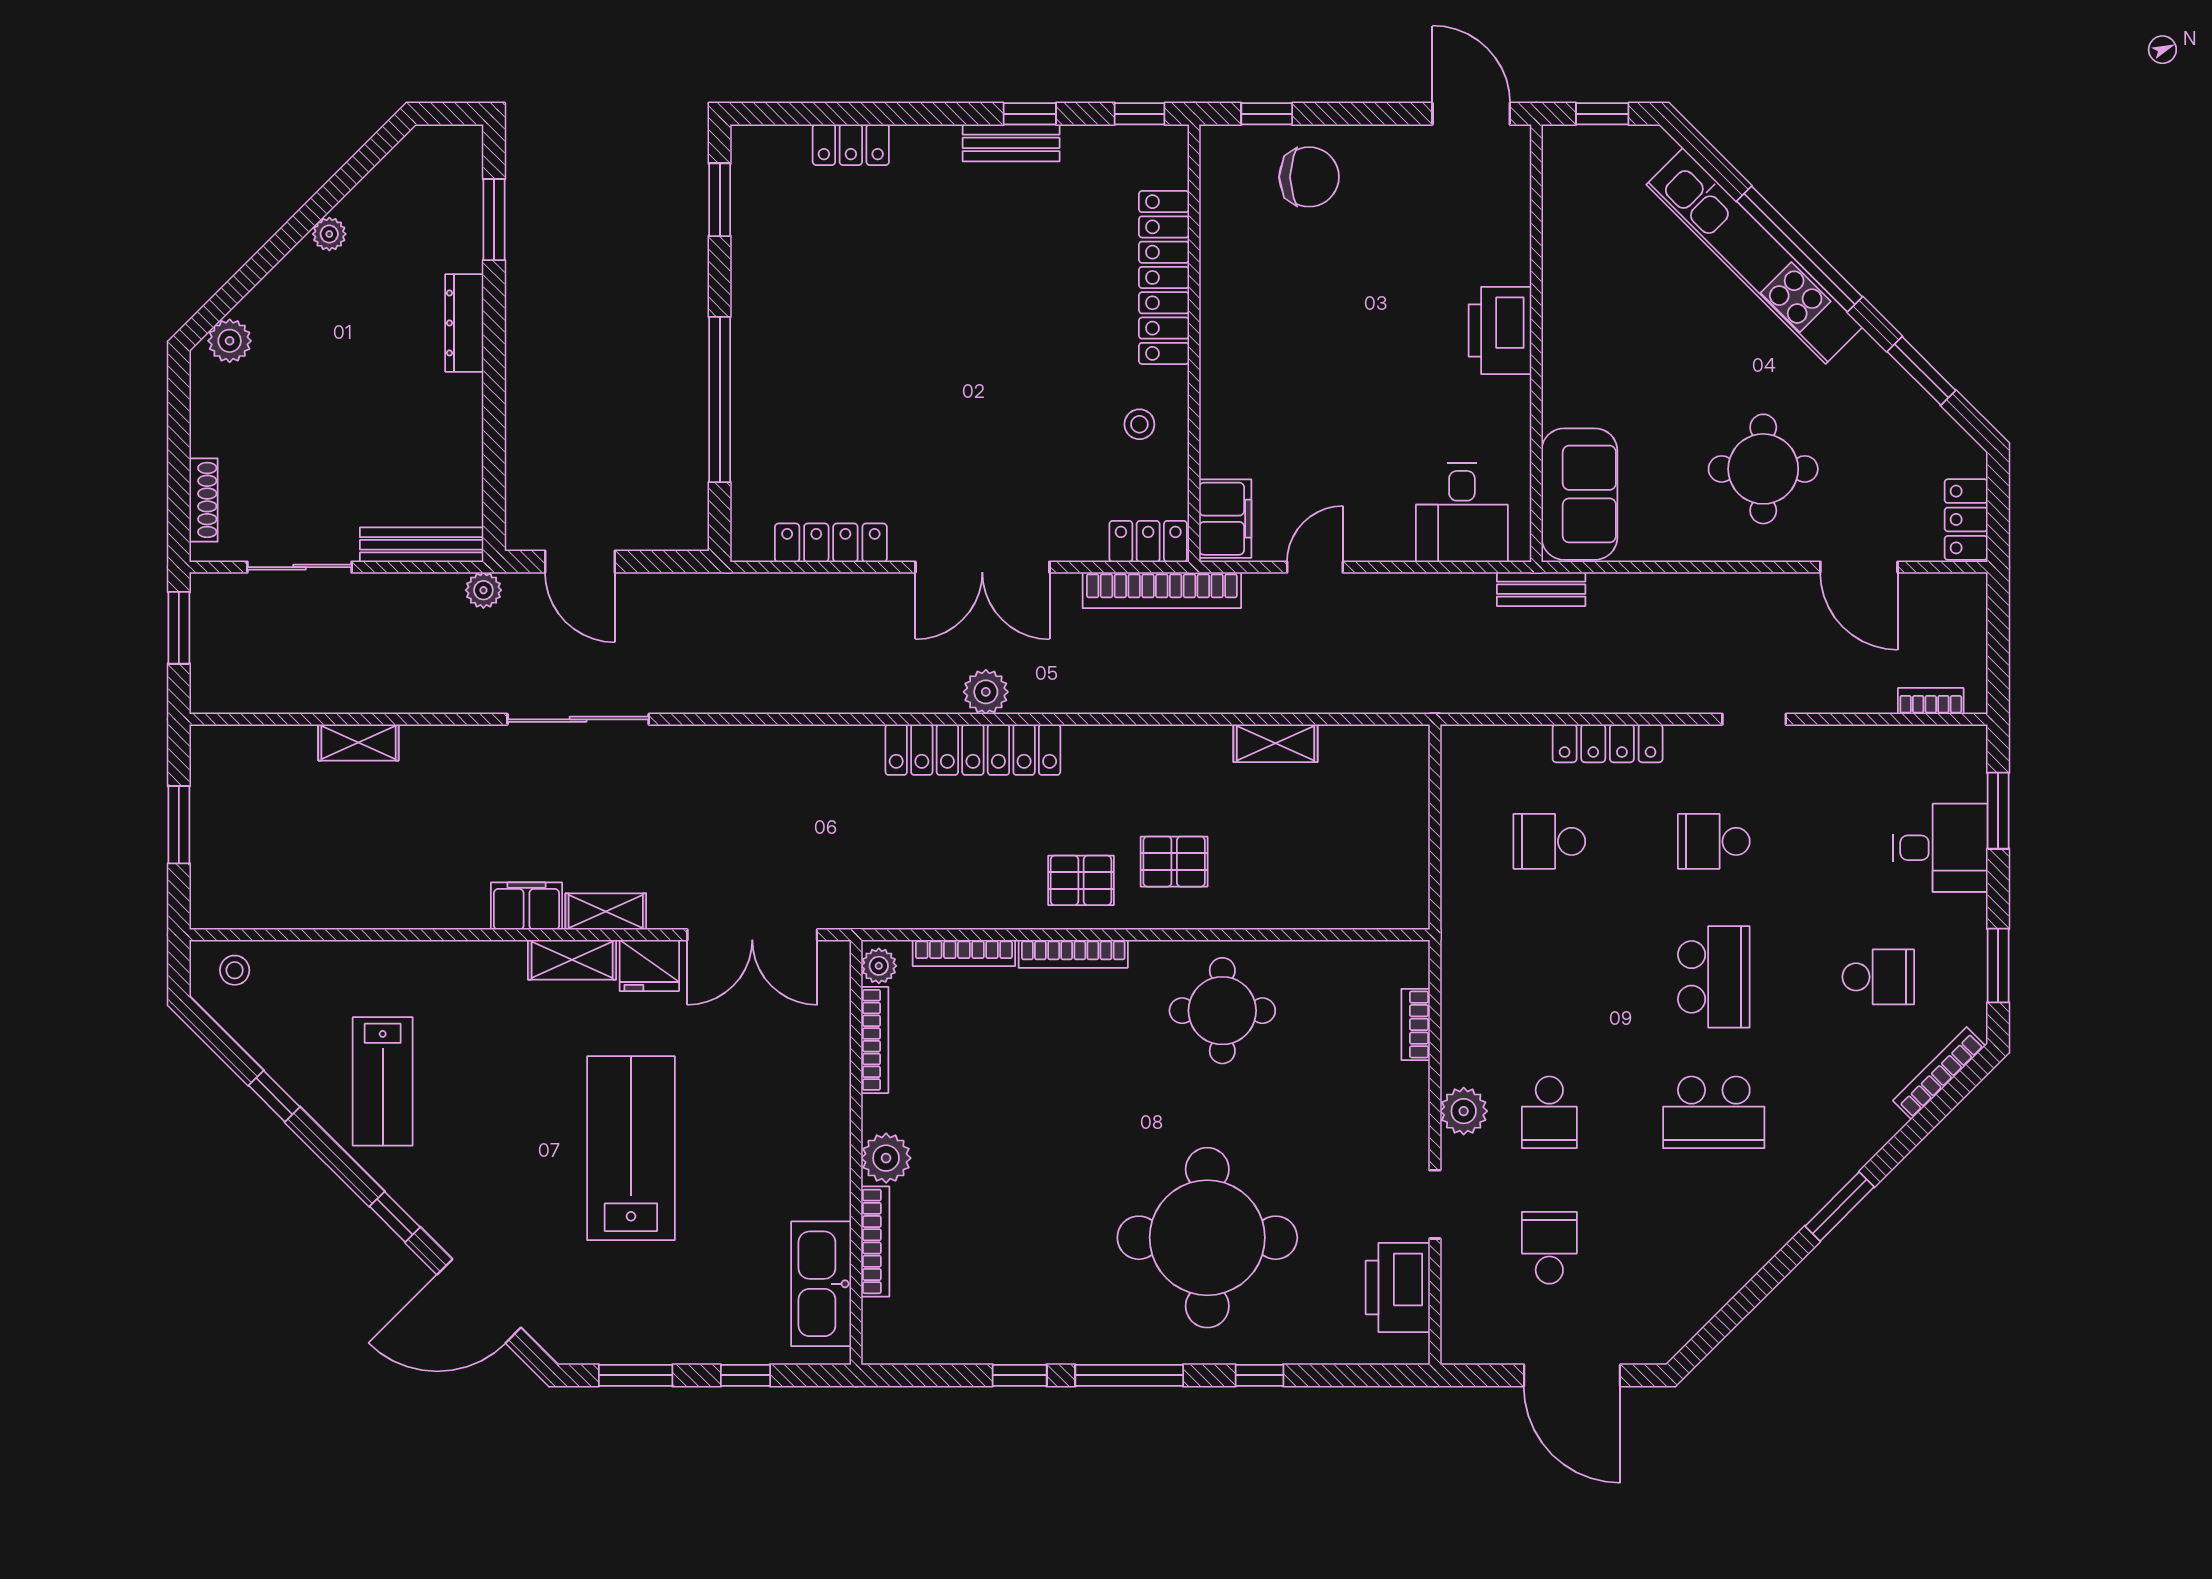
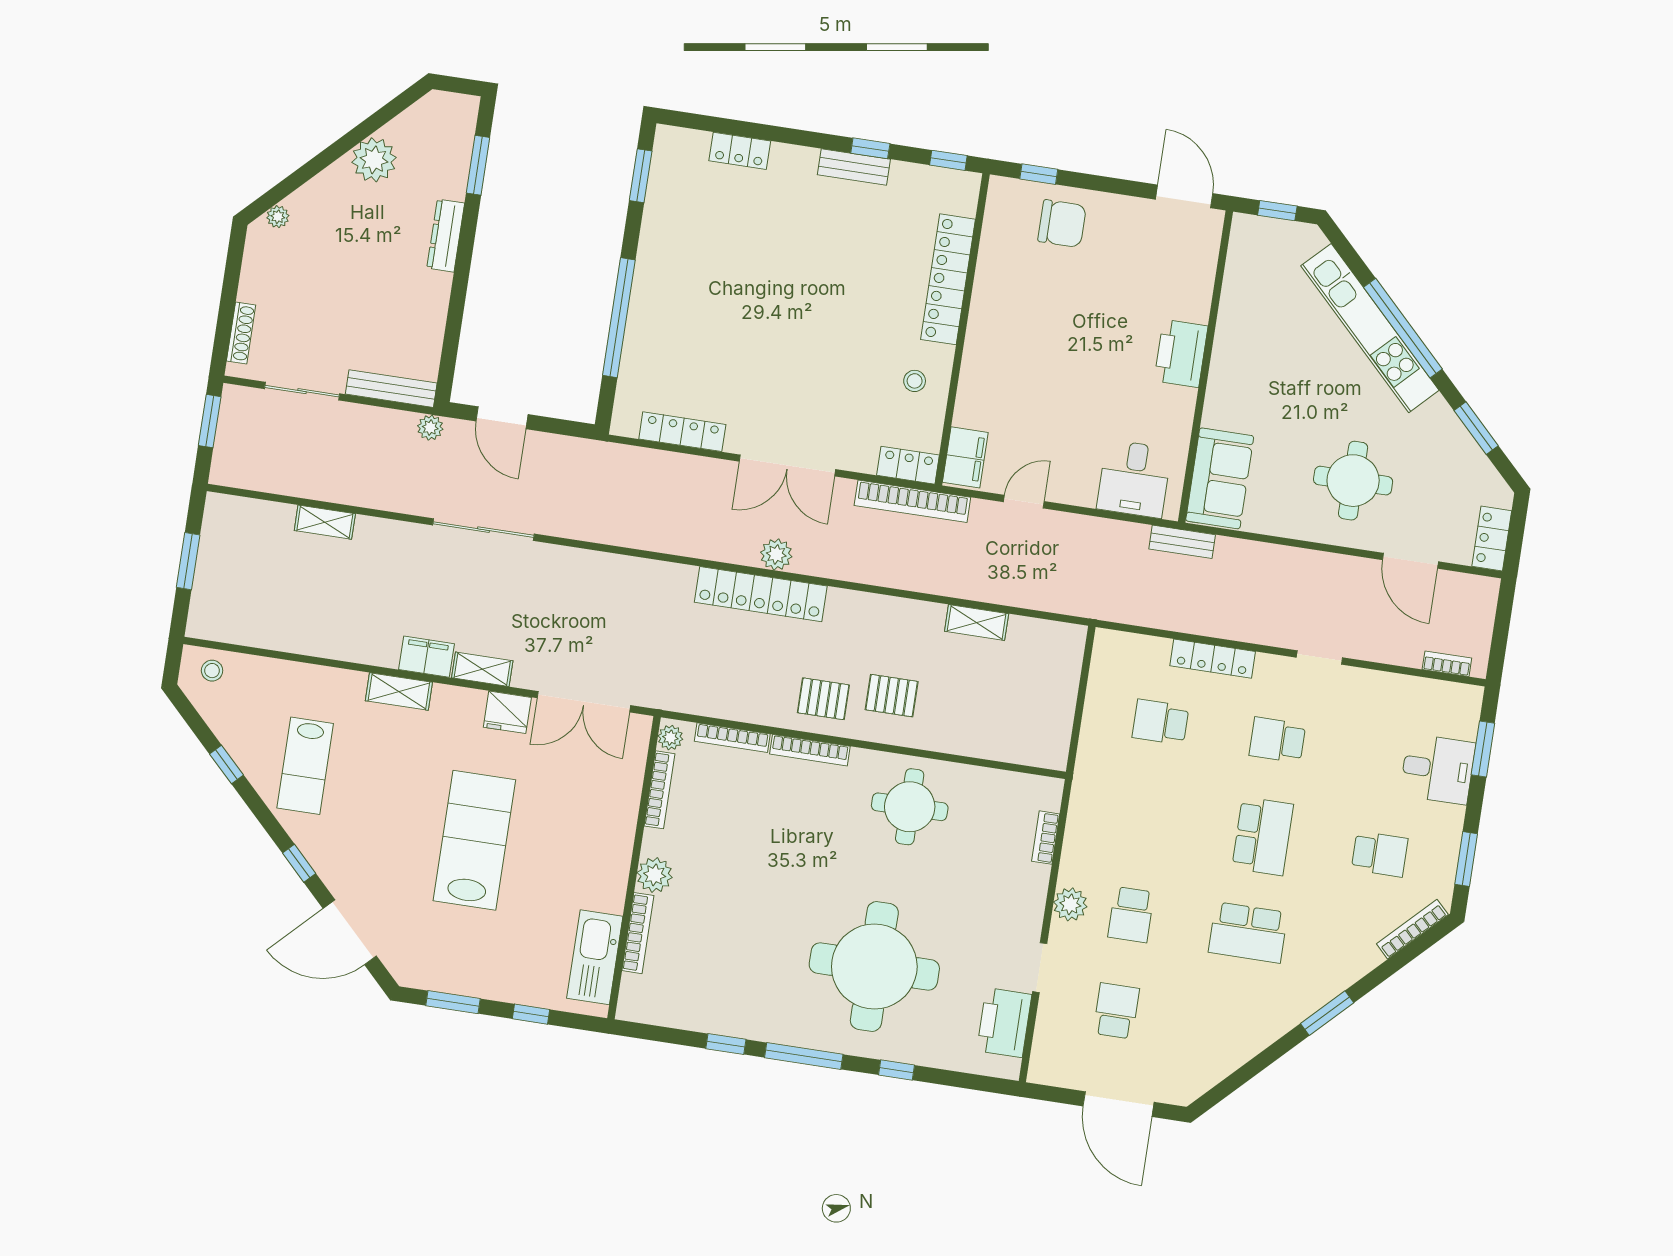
plant: (329, 234) -> (374, 160), width x1.88, depth x1.88
plant: (230, 341) -> (278, 217), width x0.73, depth x0.73
shelving: (572, 960) -> (399, 692), moved

